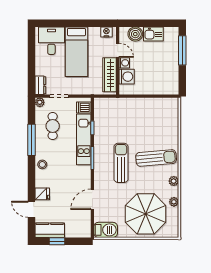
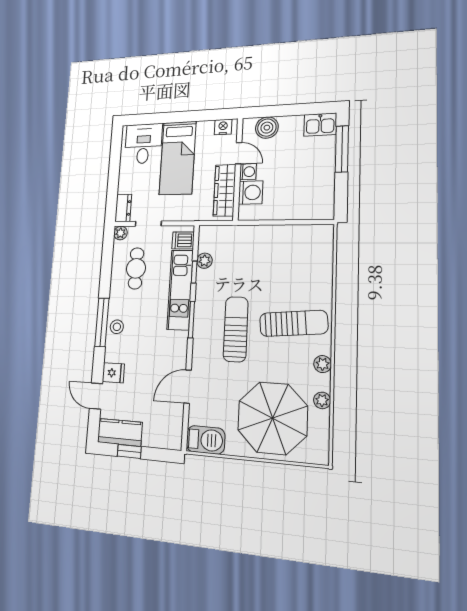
kitchen sink: (153, 34) -> (320, 125), moved
plant: (99, 121) -> (204, 261), added
window: (31, 140) -> (102, 322), moved

